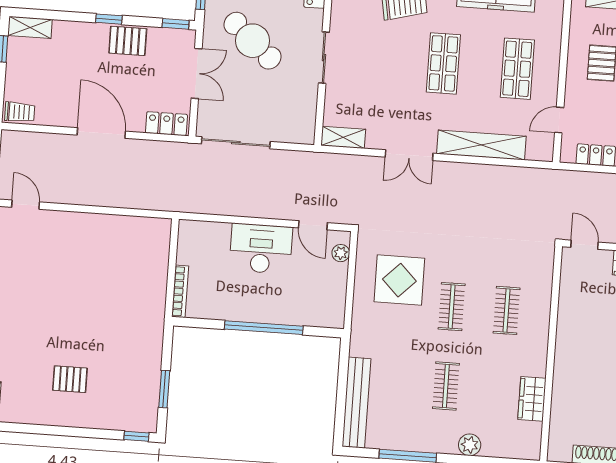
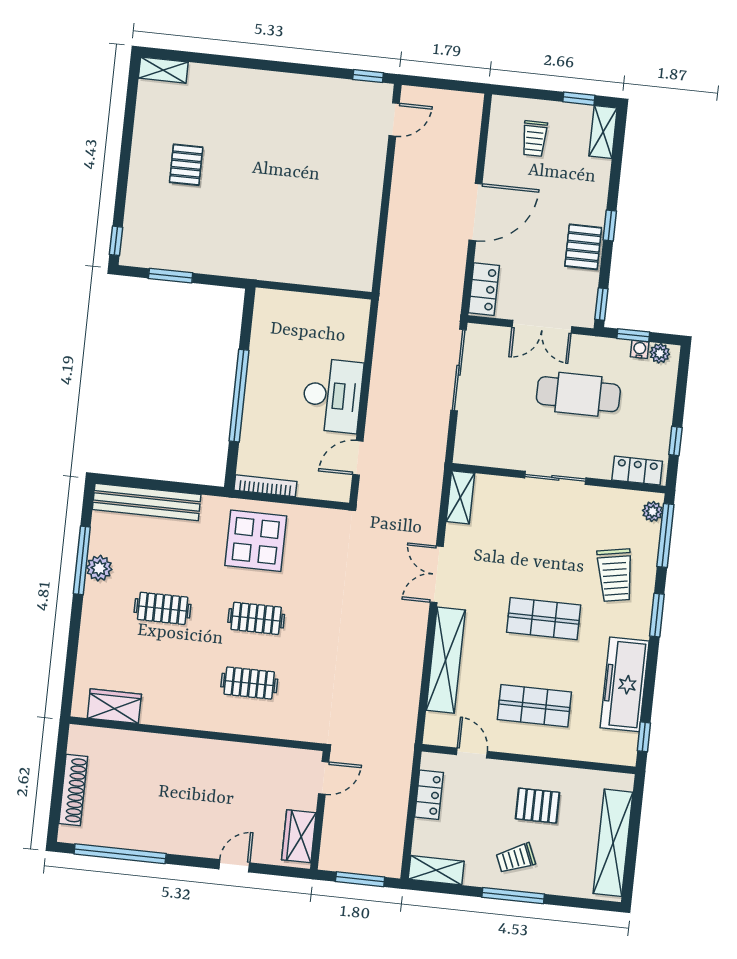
cafe table: (253, 41) -> (578, 394), turned 49
trolley: (20, 112) -> (534, 139), moved
plant: (341, 253) -> (324, 490), removed
display table: (399, 280) -> (256, 541), moved
bookcase: (180, 291) -> (265, 486), moved, turned 180
wardrobe: (532, 399) -> (114, 706), moved
plant: (470, 445) -> (99, 568), moved

